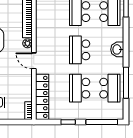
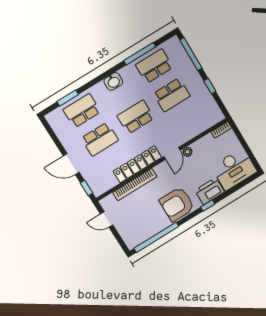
plant: (28, 43) -> (188, 152), moved
school desk: (80, 50) -> (136, 117), turned 180
locker: (42, 97) -> (137, 164), moved

